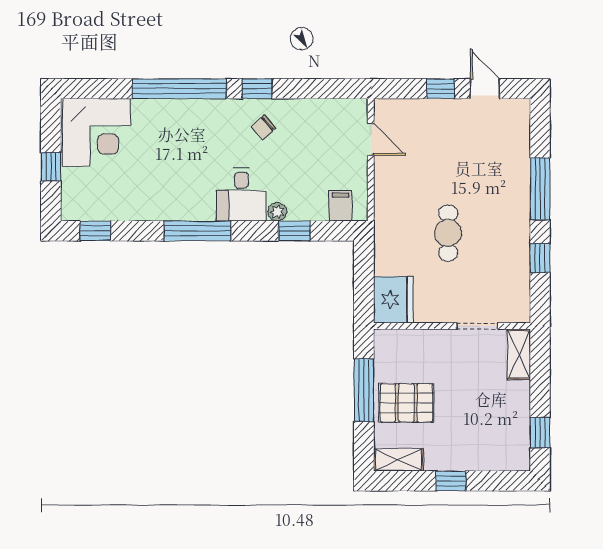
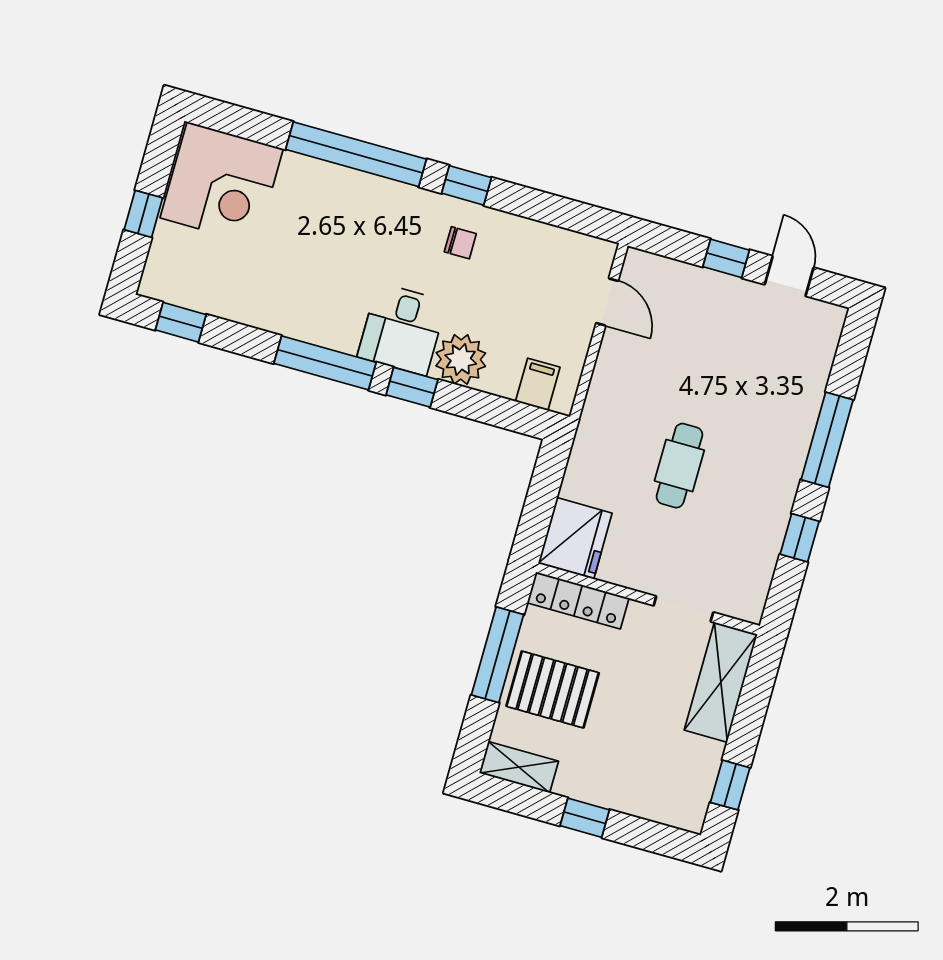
chair: (264, 127) -> (460, 243), turned -138
plant: (277, 212) -> (461, 359), width x1.87, depth x1.87
window: (294, 231) -> (412, 387), moved
locker: (407, 340) -> (578, 600), added
shelving: (519, 354) -> (721, 682), width x1.50, depth x1.33

